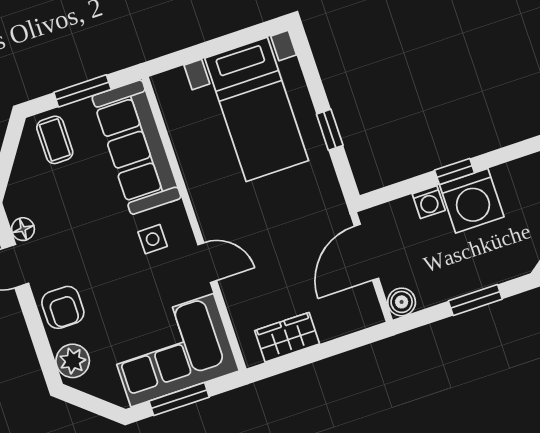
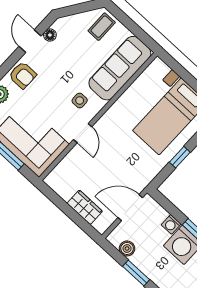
window: (82, 91) -> (133, 27), removed
boiler: (402, 302) -> (127, 248), moved
armchair: (63, 307) -> (23, 75), turned -90
wardrobe: (287, 337) -> (85, 207), moved

